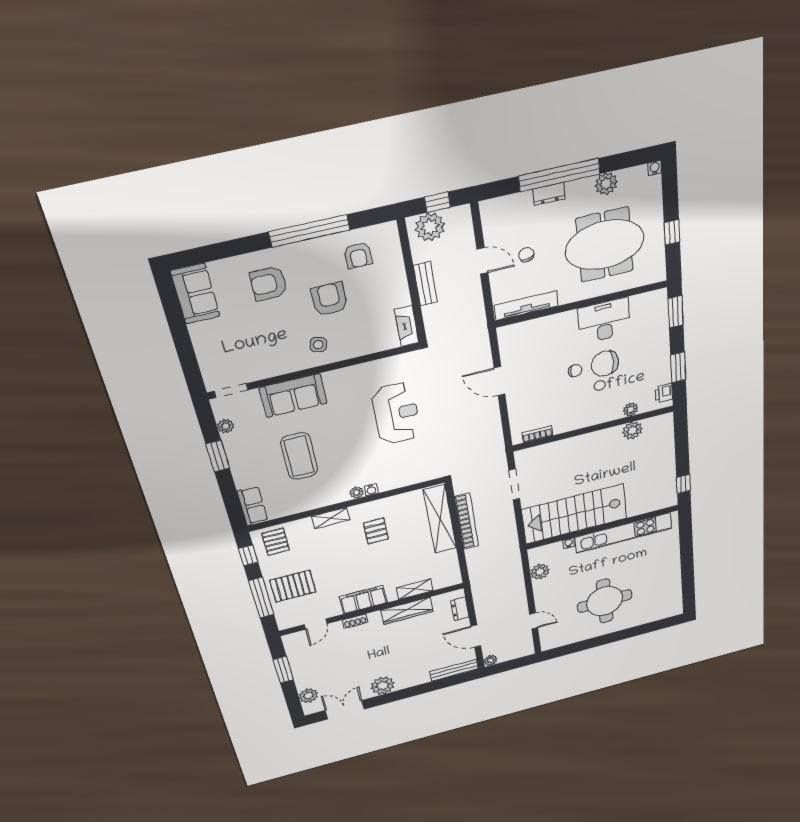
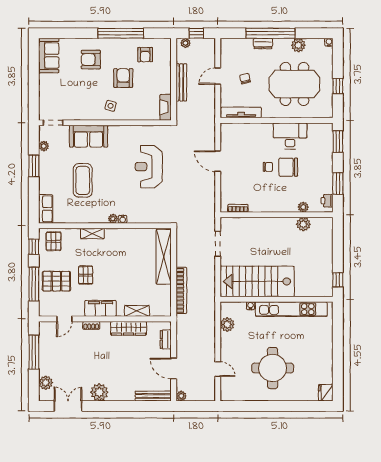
plant: (430, 227) -> (186, 43), width x0.53, depth x0.53
door: (482, 261) -> (218, 76), swing flipped
bench: (425, 284) -> (181, 82), width x1.36
reception desk: (396, 414) -> (149, 167), turned 180
bookcase: (467, 521) -> (181, 290), moved
pallet: (376, 531) -> (86, 275), moved
fridge: (674, 608) -> (326, 393), added
window: (283, 670) -> (34, 352), width x1.44

